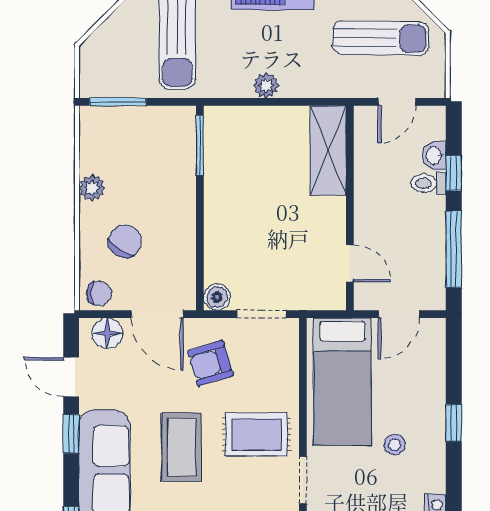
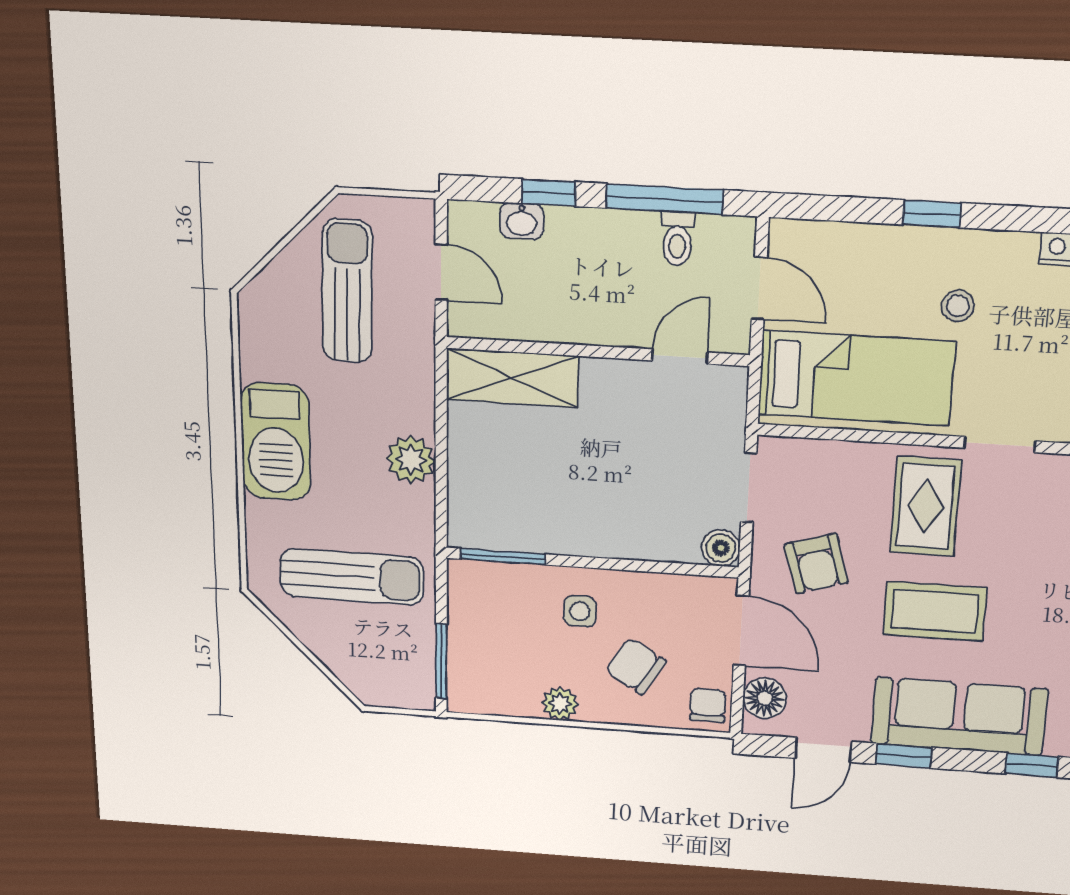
plant: (266, 85) -> (411, 460), width x1.38, depth x1.38
toilet: (428, 183) -> (677, 239), moved
side table: (163, 200) -> (580, 611), added
door: (157, 314) -> (741, 631), hinge flipped

